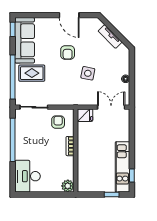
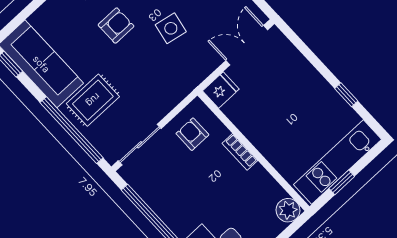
armchair: (68, 53) -> (116, 26), turned -90
kitchen unit: (122, 167) -> (337, 162), moved, turned 90
window: (132, 175) -> (346, 95), moved
window: (112, 194) -> (342, 182), moved

